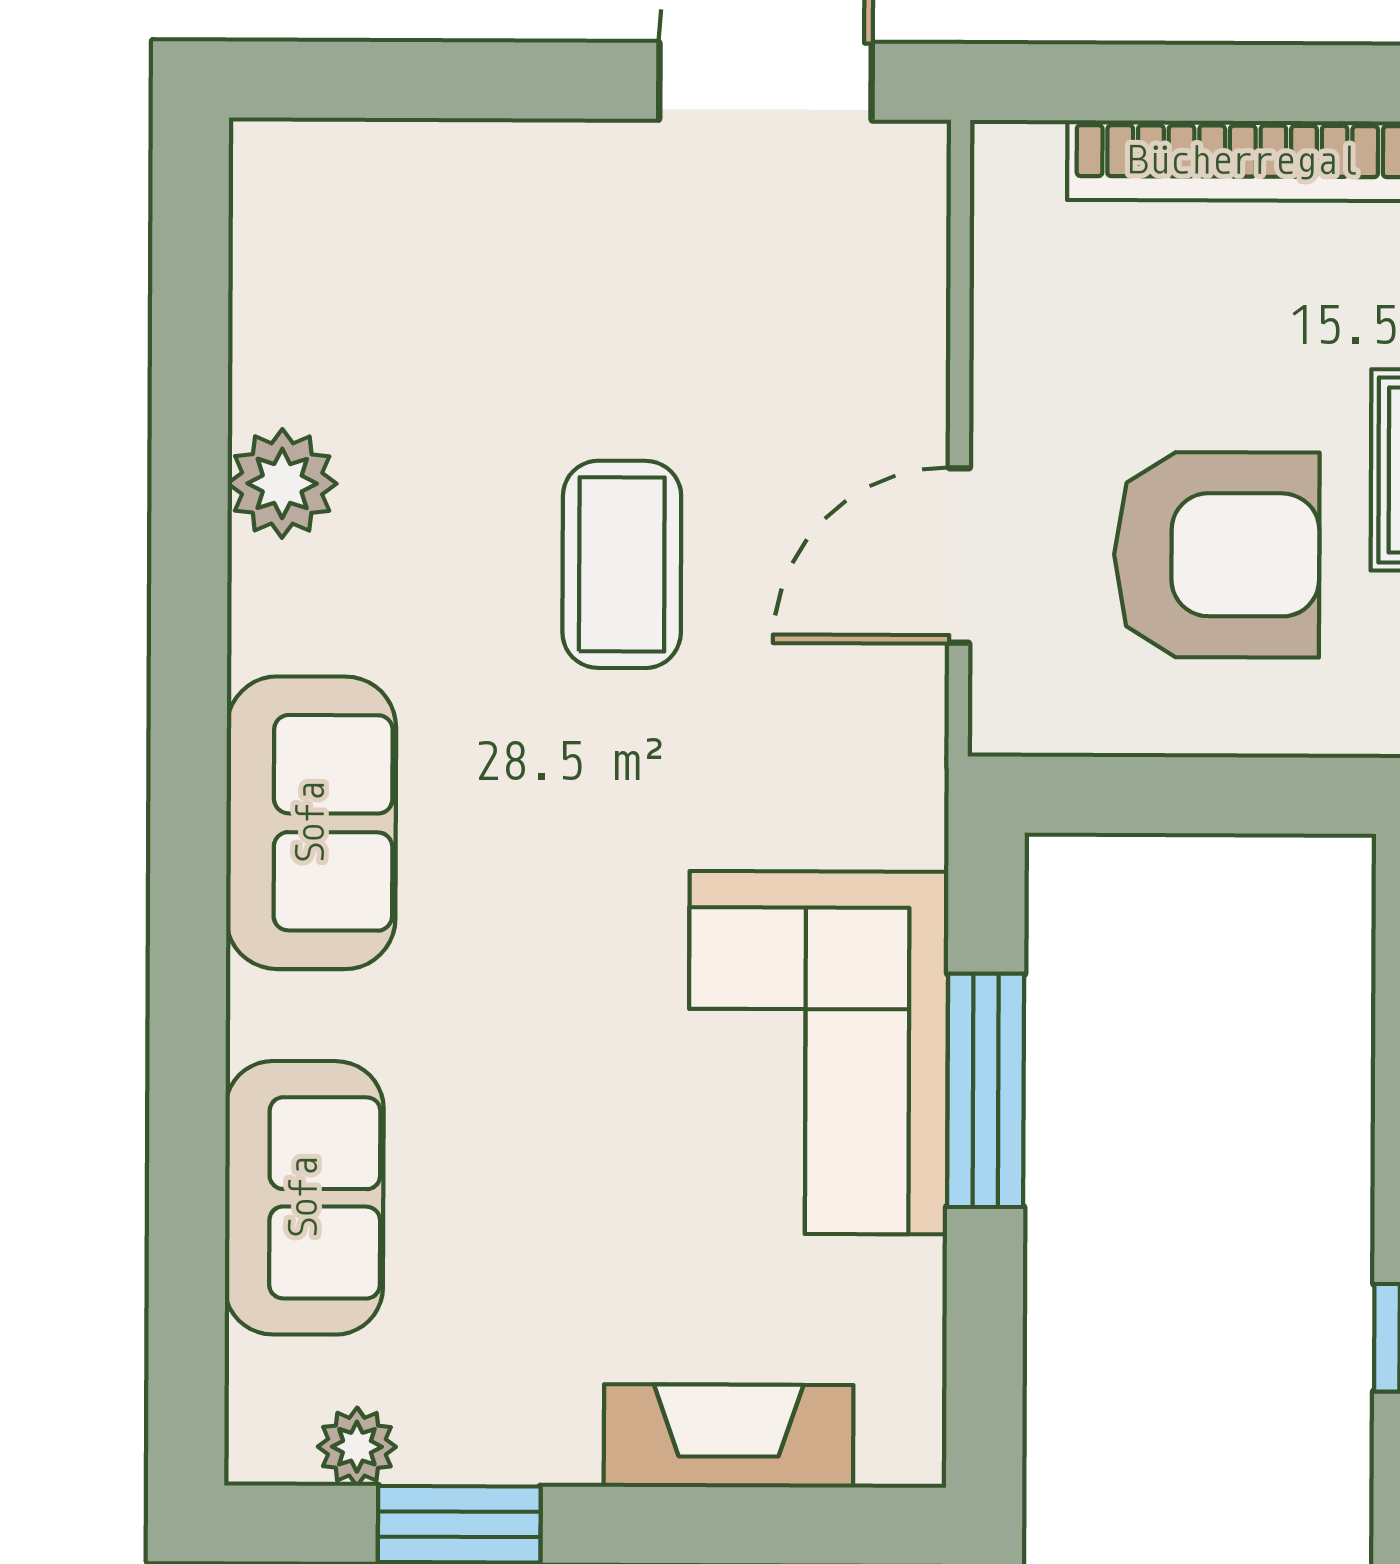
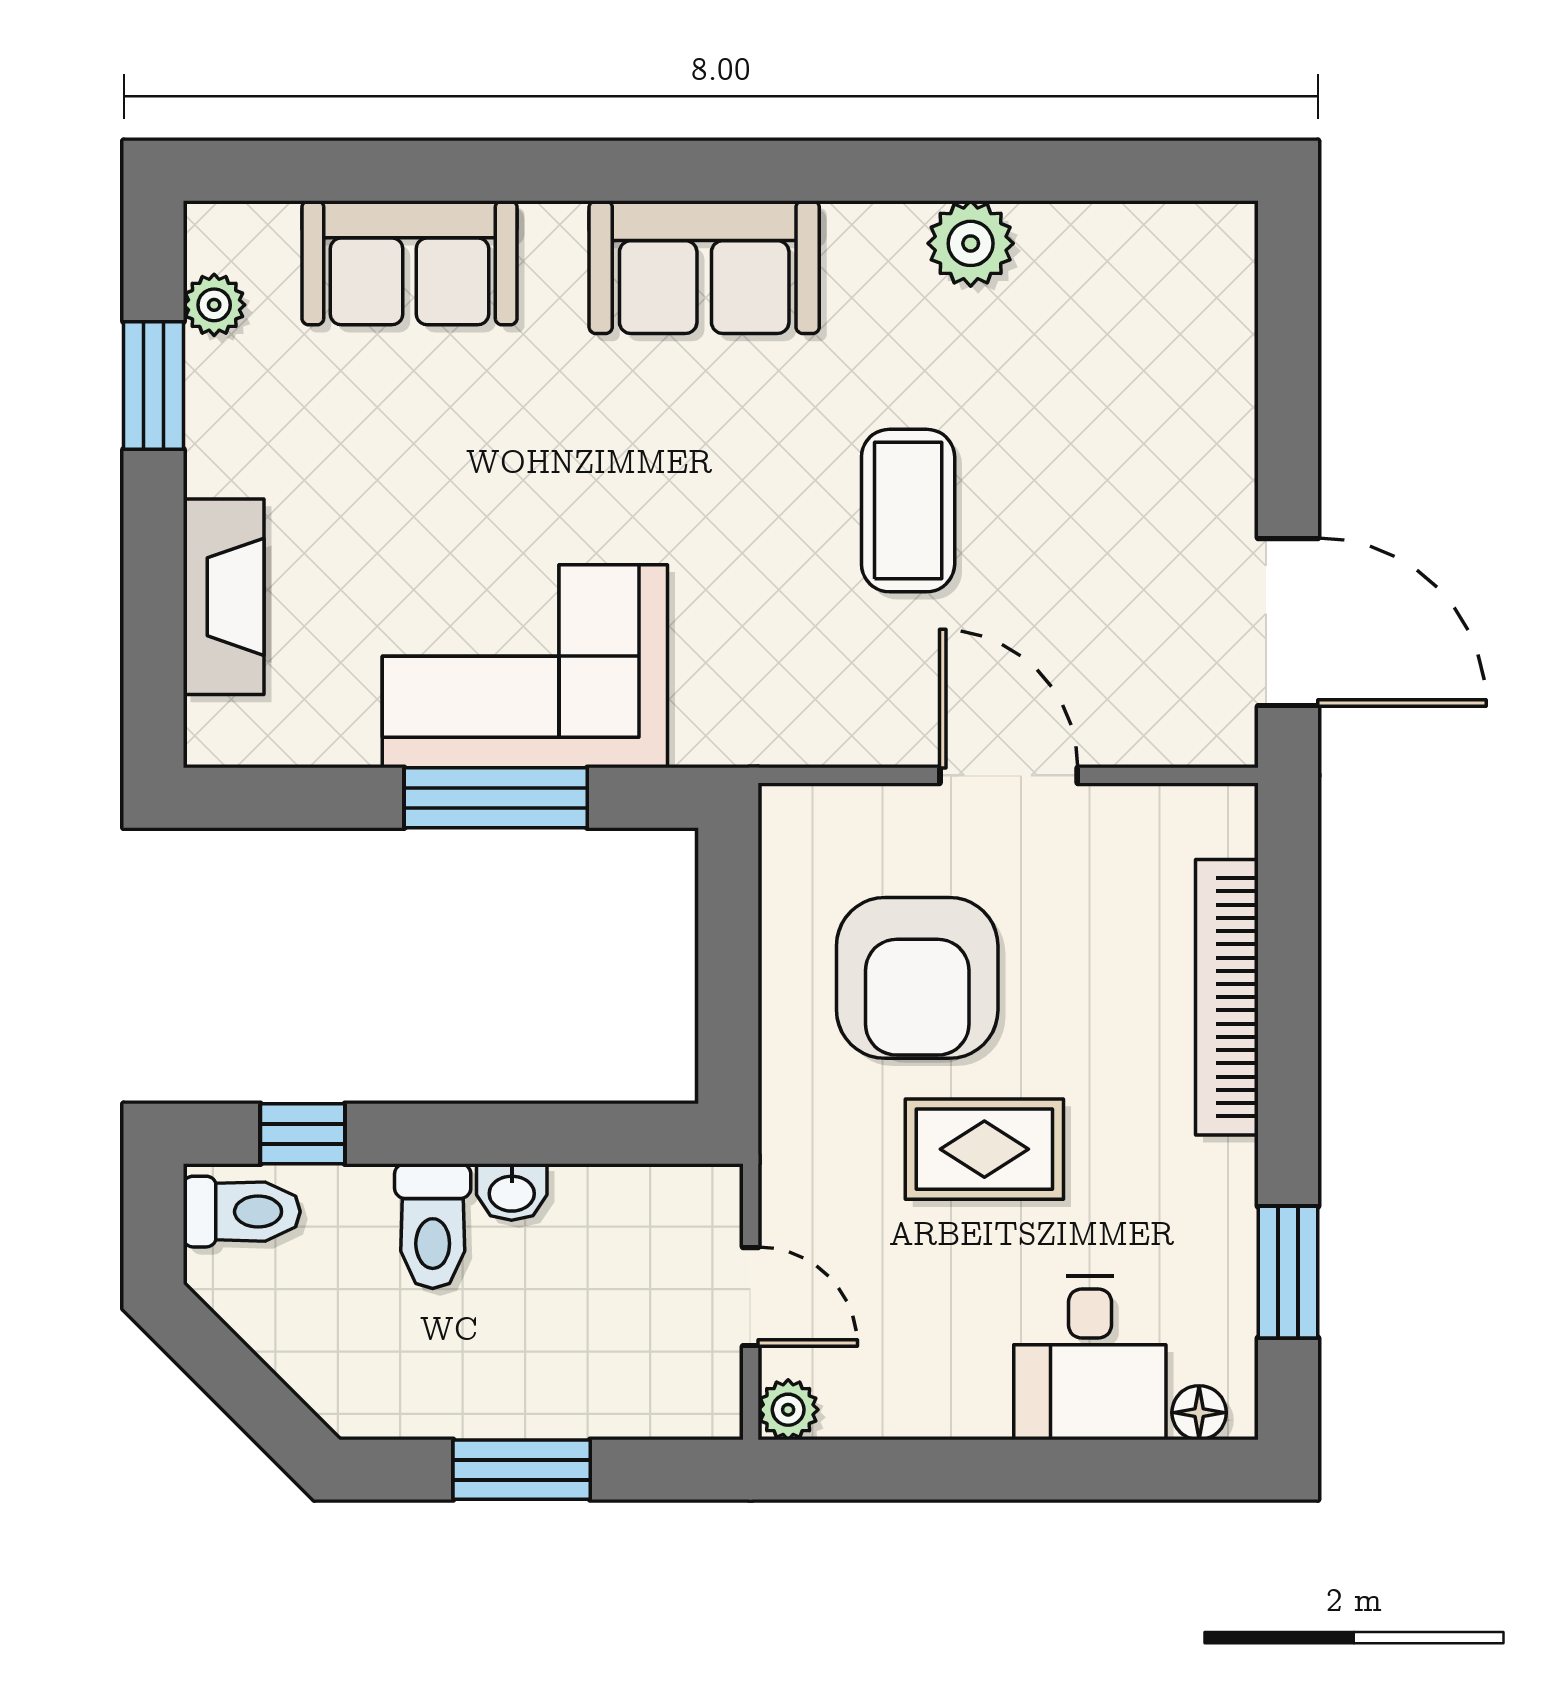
door: (959, 555) -> (1009, 775), moved
coffee table: (622, 564) -> (908, 511), turned 90

